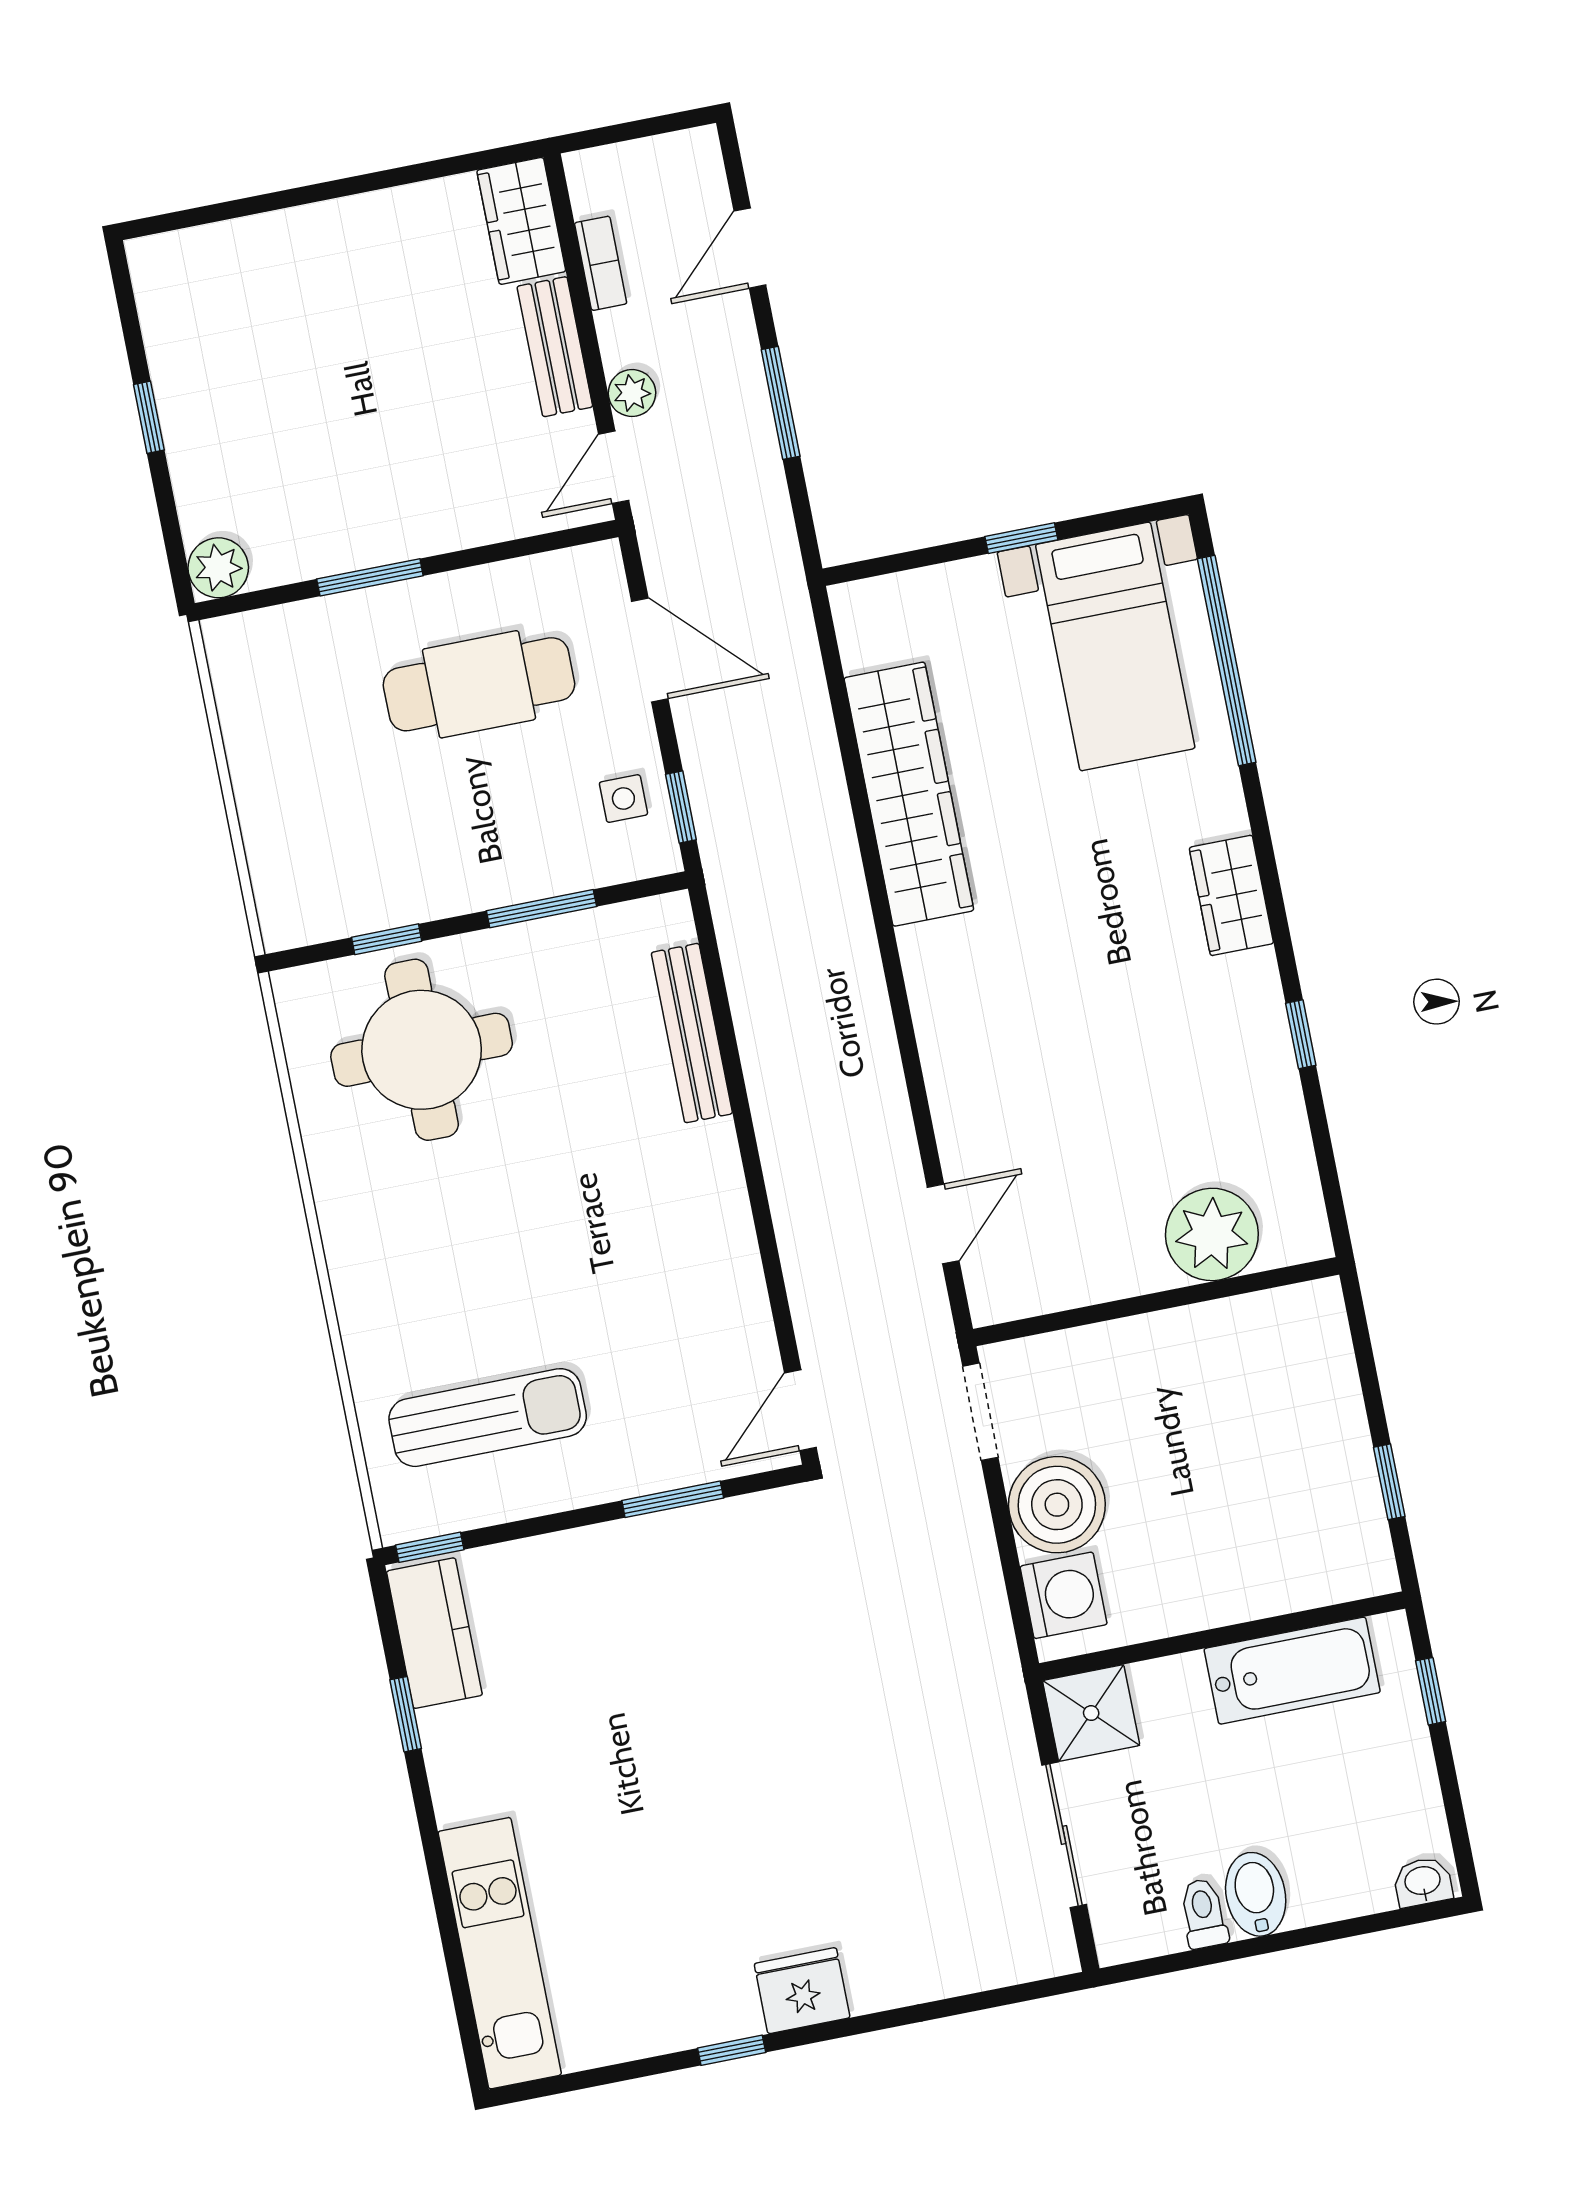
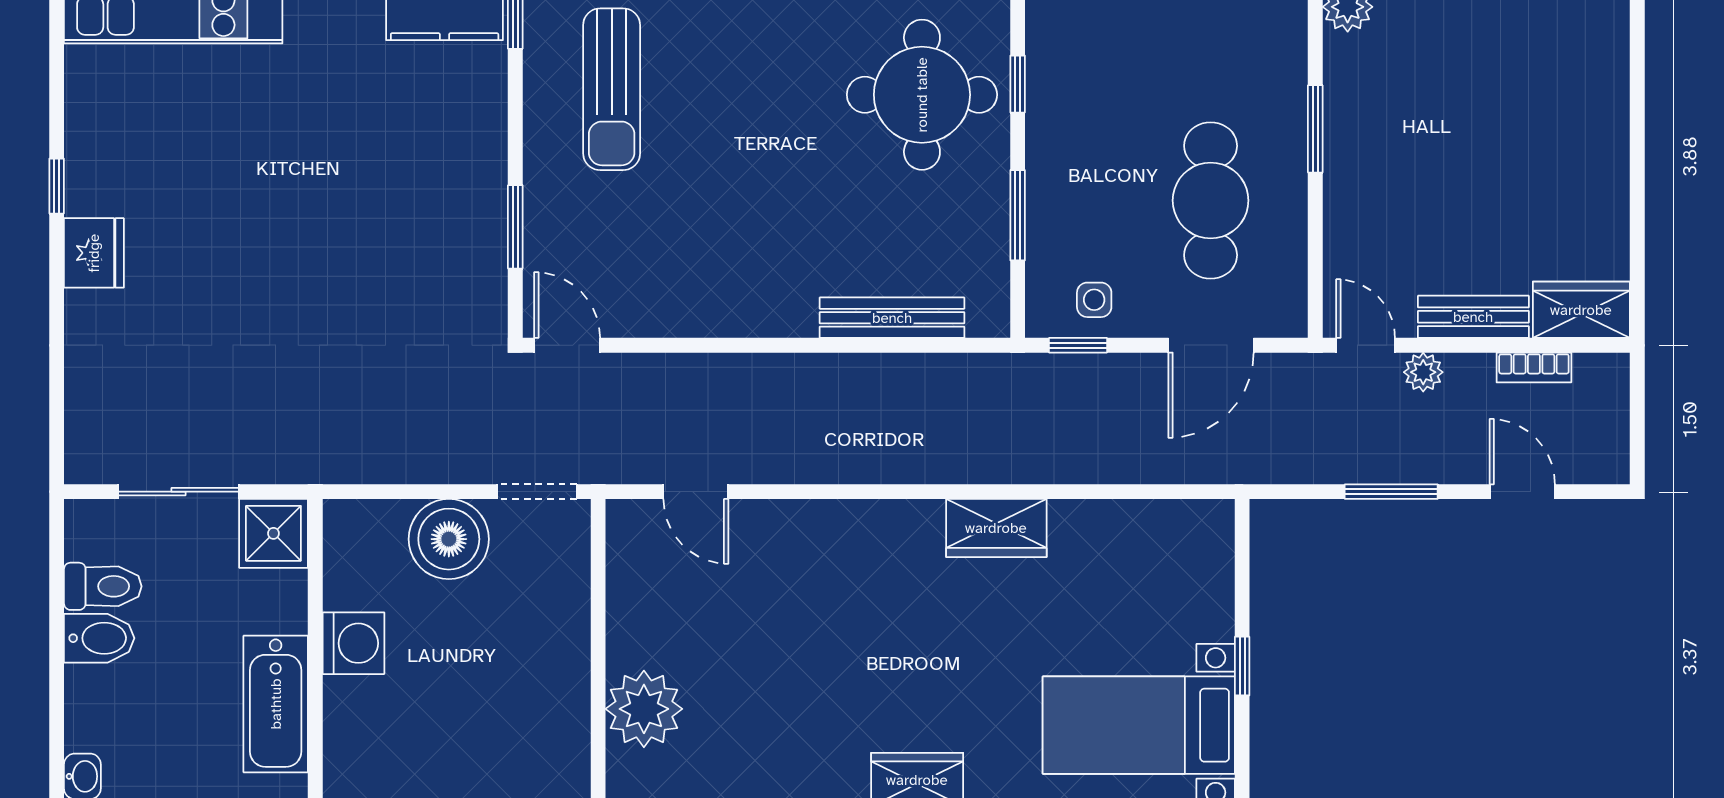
wardrobe: (909, 794) -> (996, 528), width x0.48, depth x0.85
washing machine: (1064, 1595) -> (353, 643), moved, turned -90
toilet: (1204, 1913) -> (103, 586), width x1.37, depth x1.39

